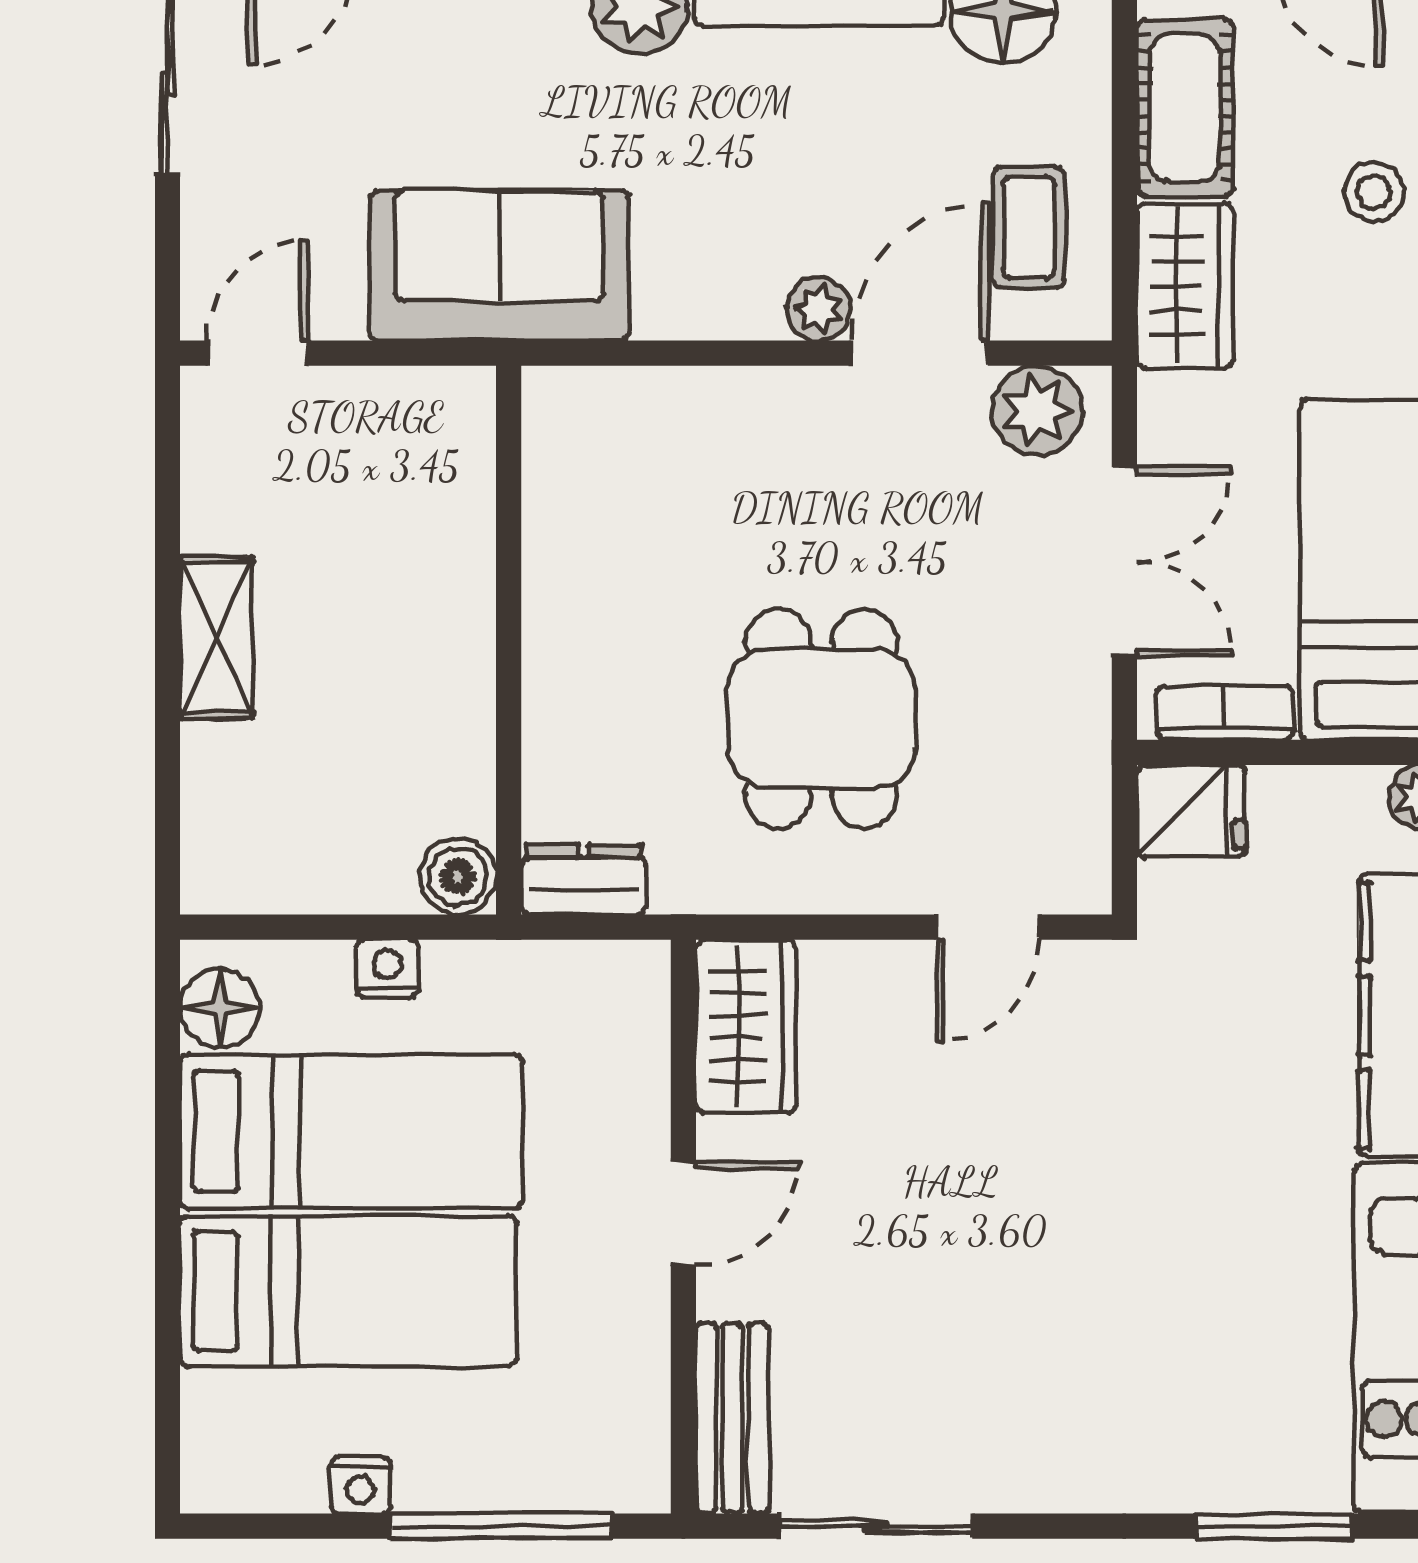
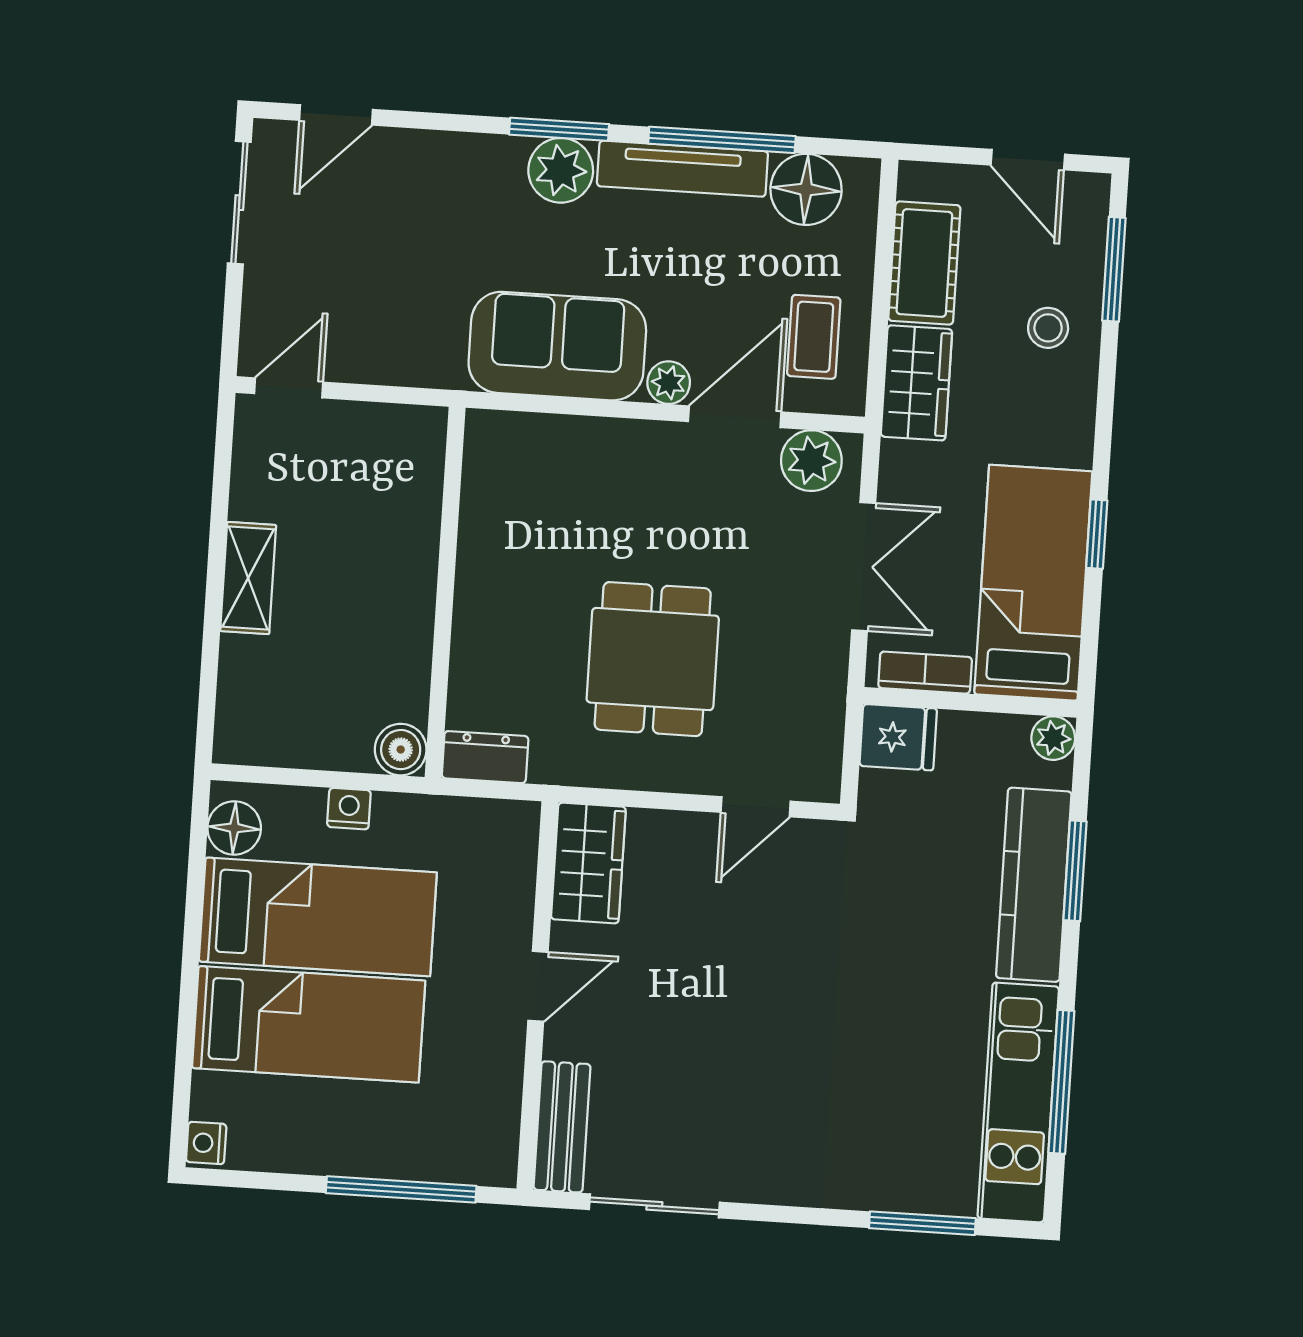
sofa: (499, 266) -> (557, 346), moved
nightstand: (360, 1485) -> (206, 1143), moved, turned 90

